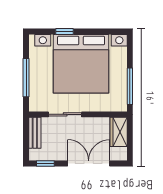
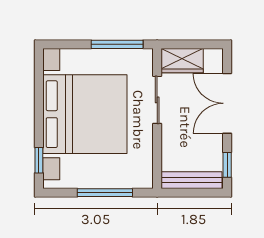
window: (65, 32) -> (39, 160), moved
sliding door: (65, 114) -> (157, 100), moved
bench: (35, 133) -> (192, 180), width x1.36

